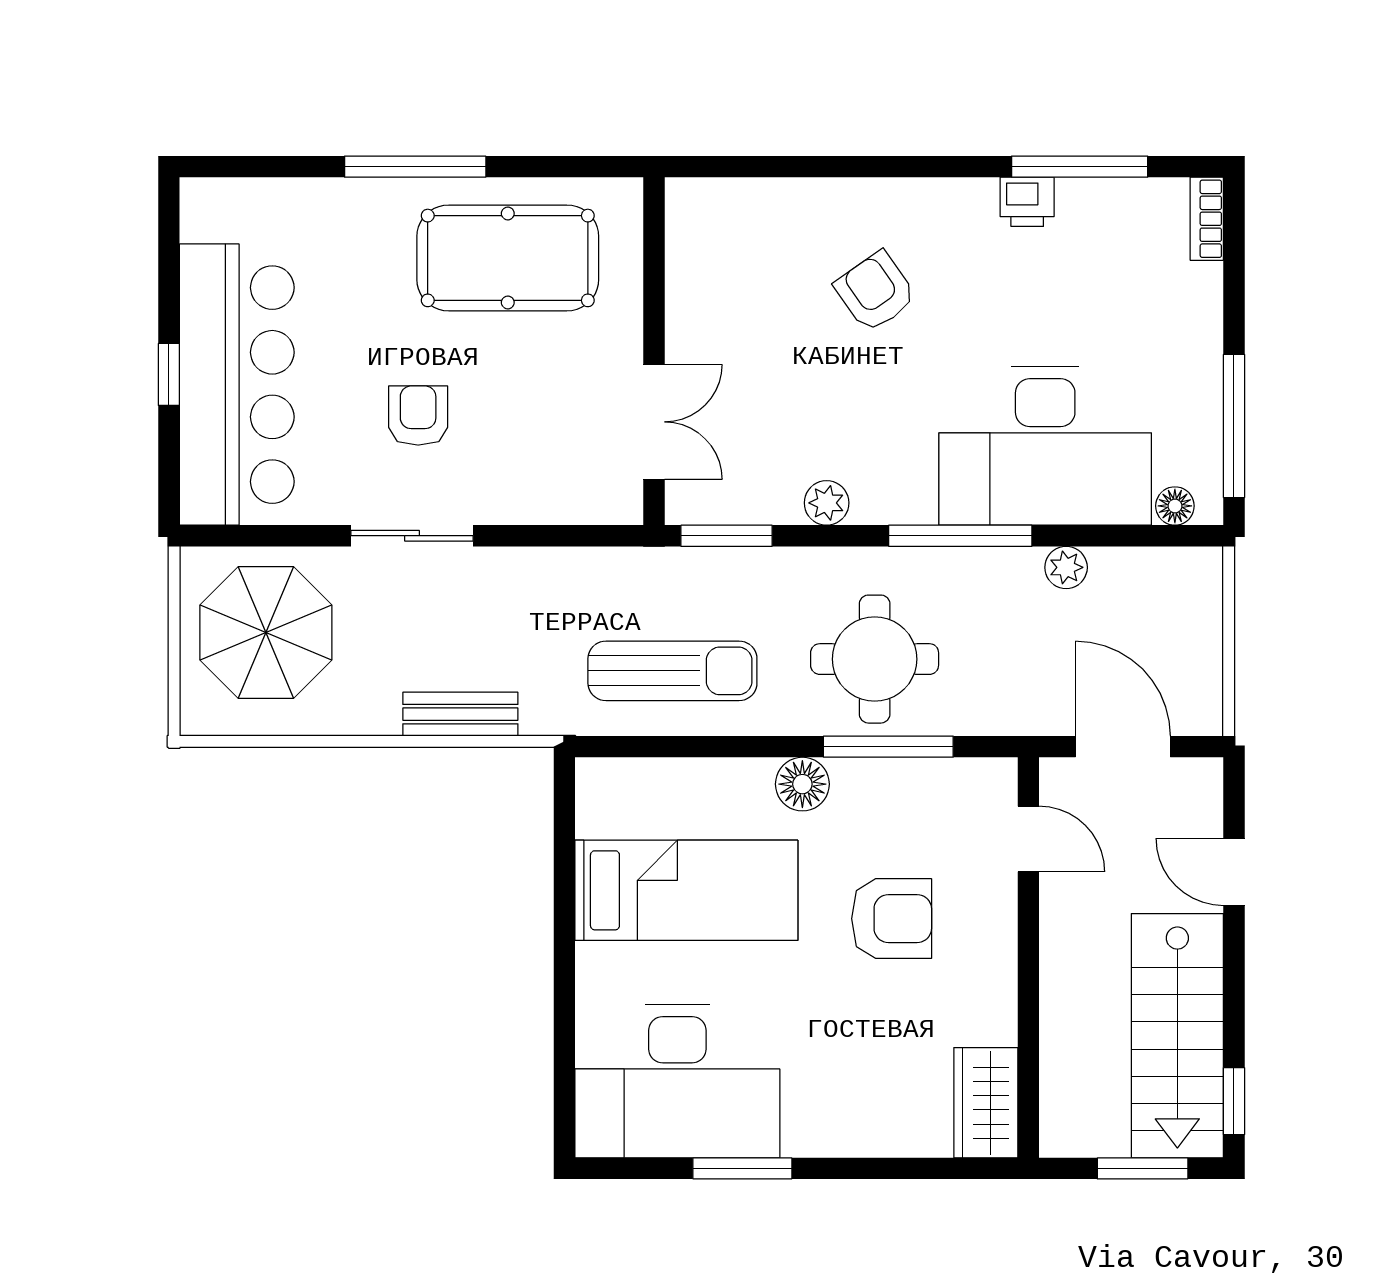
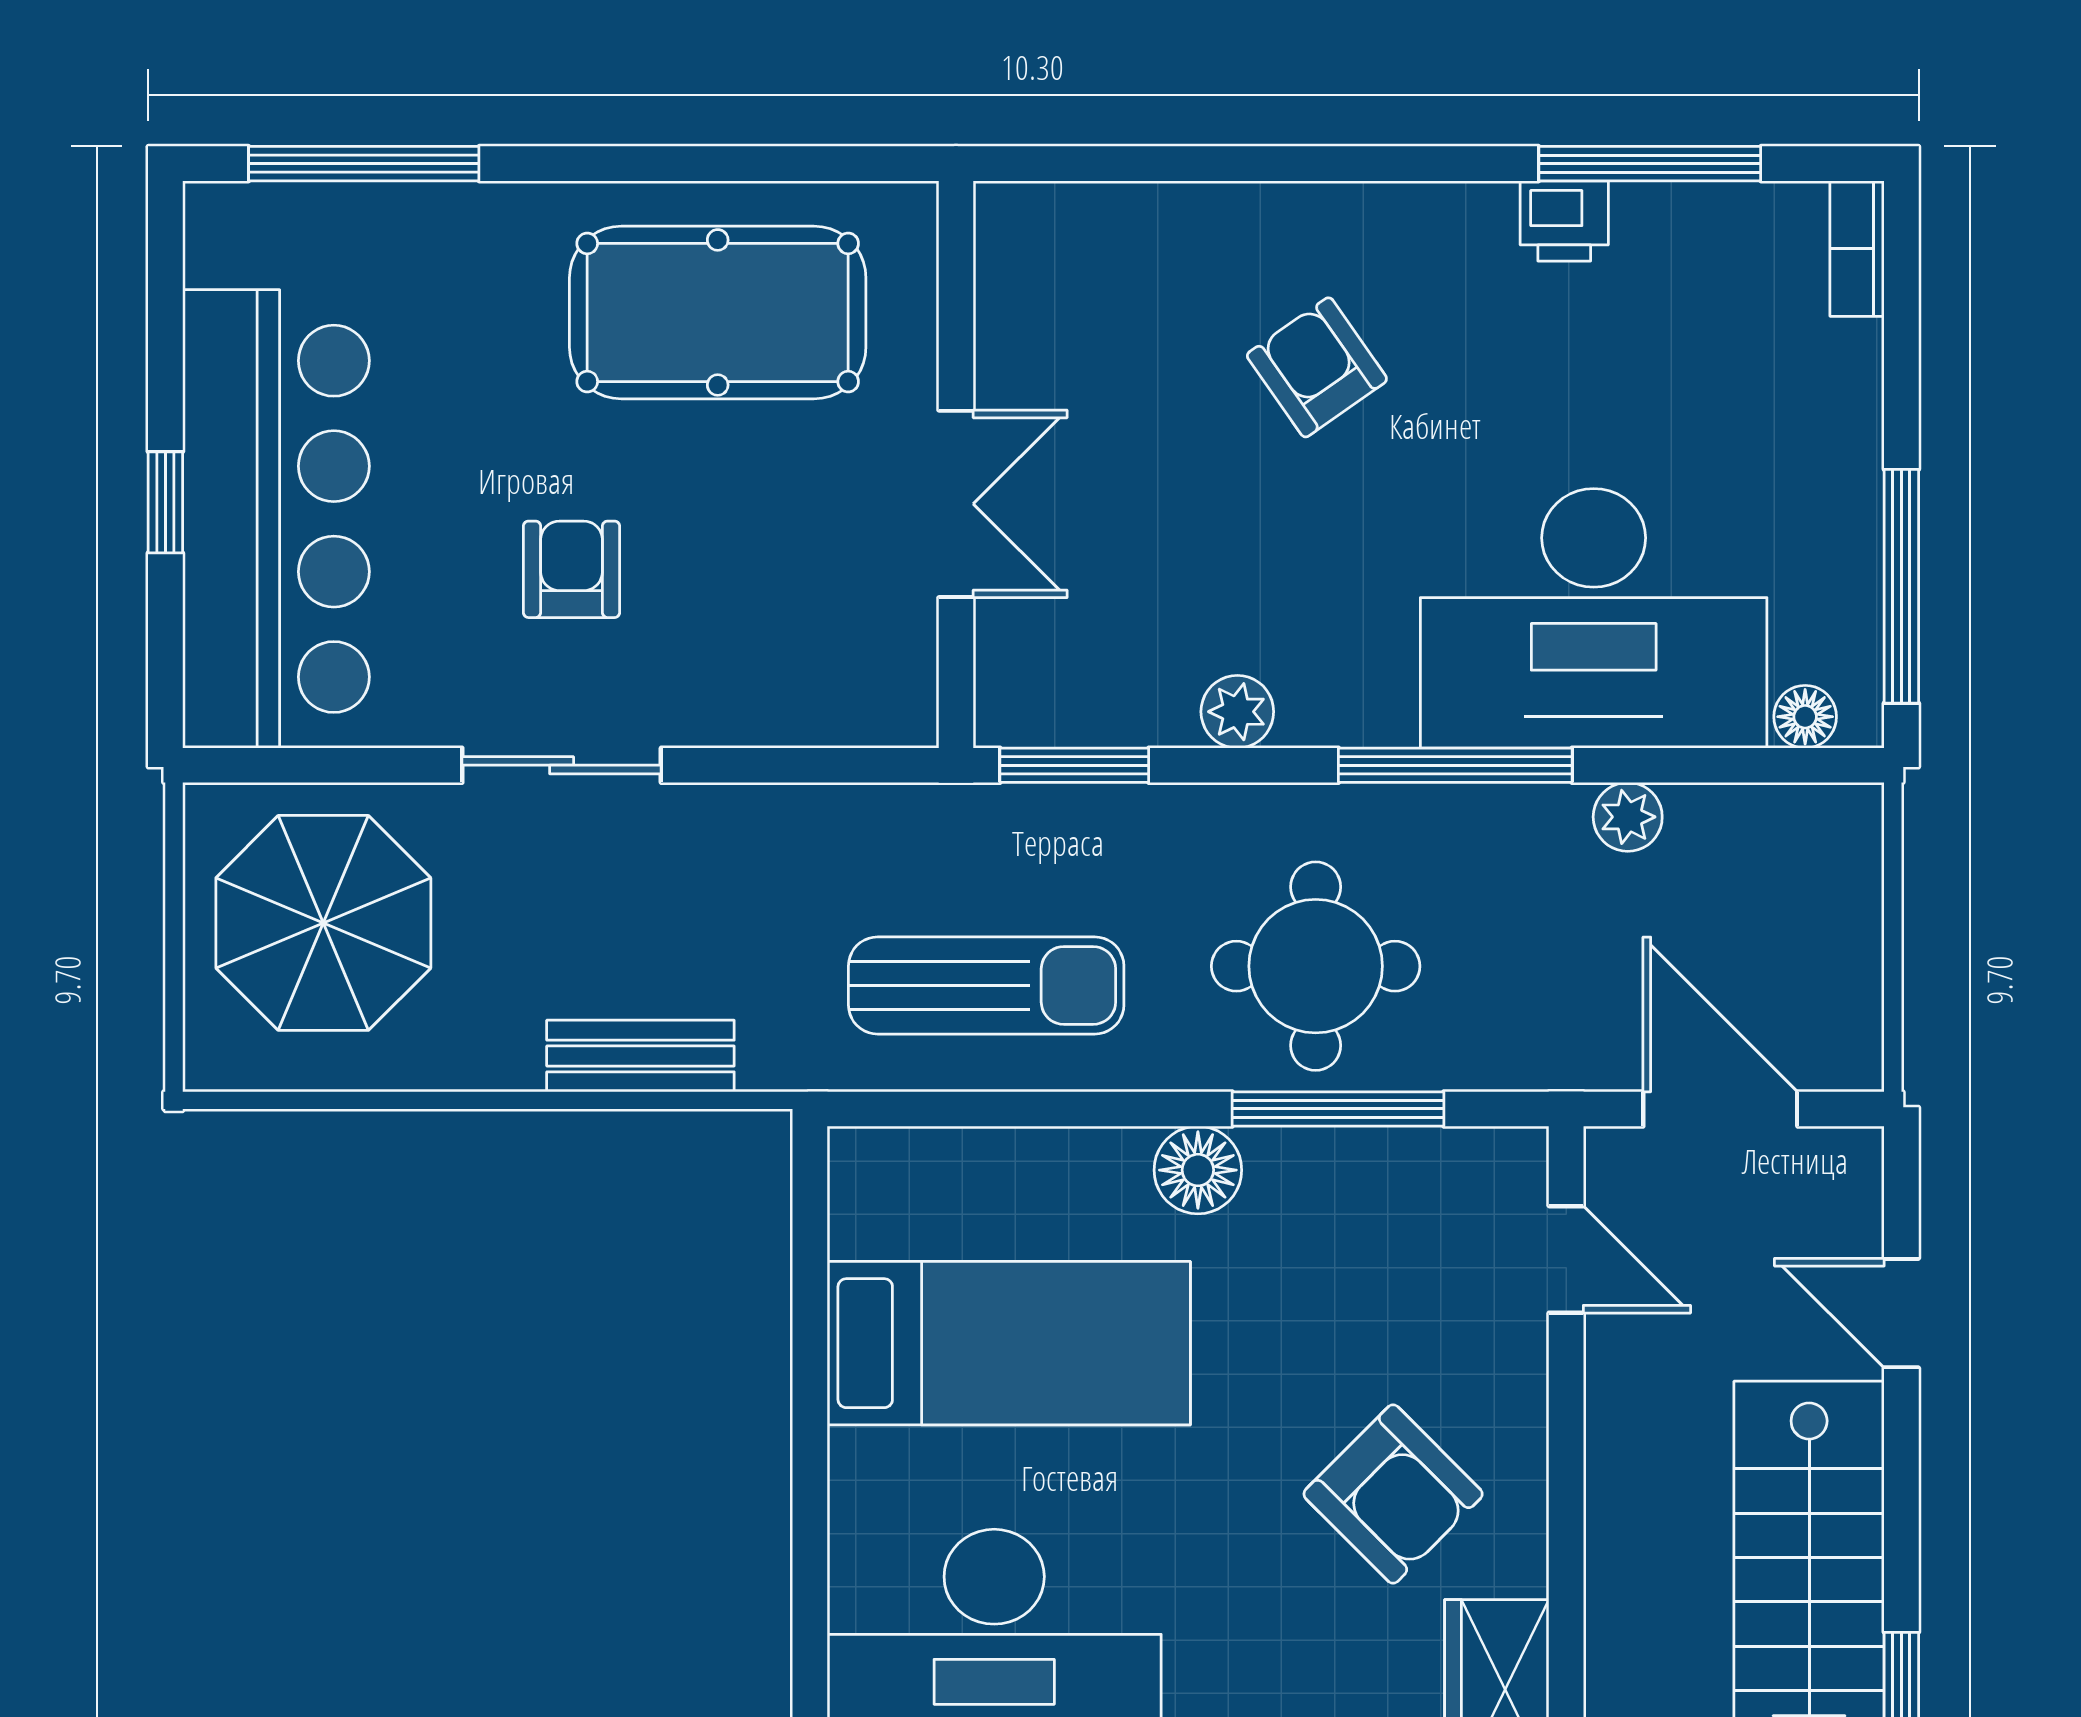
window: (415, 167) -> (364, 164), moved
double door: (654, 422) -> (956, 504), moved
armchair: (892, 919) -> (1393, 1494), moved, turned 45

